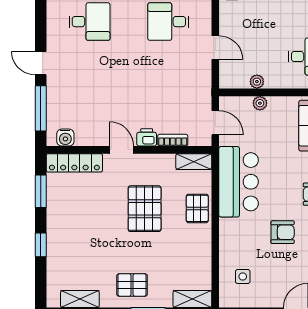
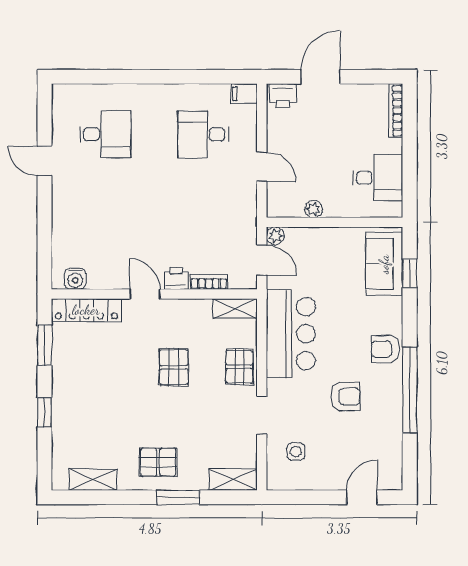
door: (41, 63) -> (45, 161), moved
plant: (260, 103) -> (275, 236), moved
window: (41, 108) -> (45, 242), removed
pallet: (145, 209) -> (174, 367), width x0.67, depth x0.71
doorway: (215, 247) -> (262, 415), added

